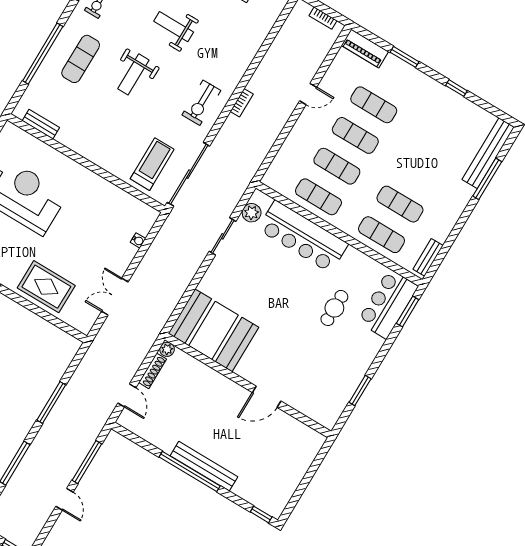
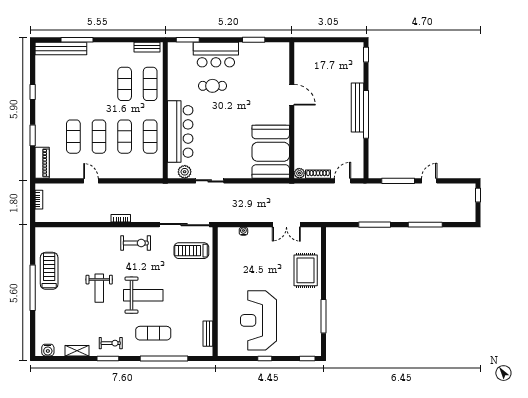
weight bench: (133, 74) -> (143, 295), width x1.36, depth x1.33
bar counter: (388, 304) -> (216, 55), moved

